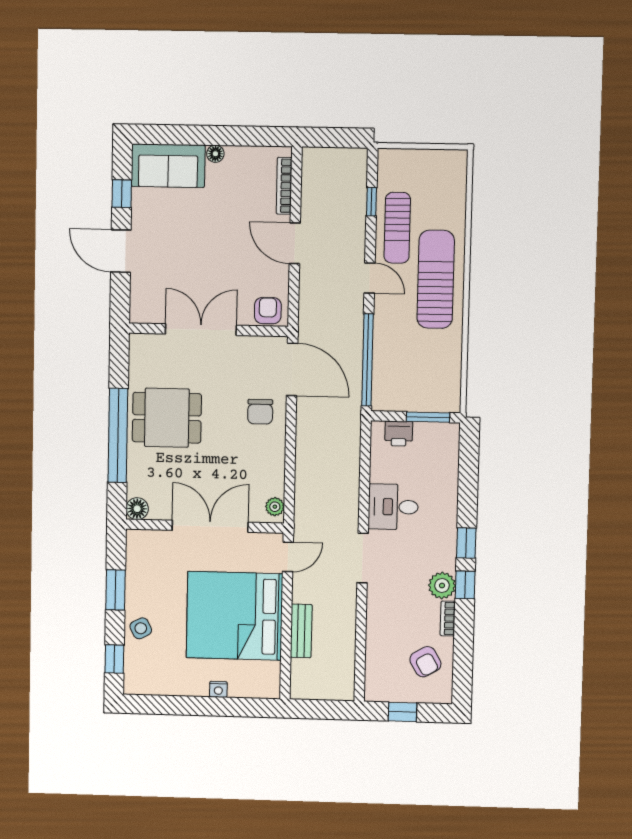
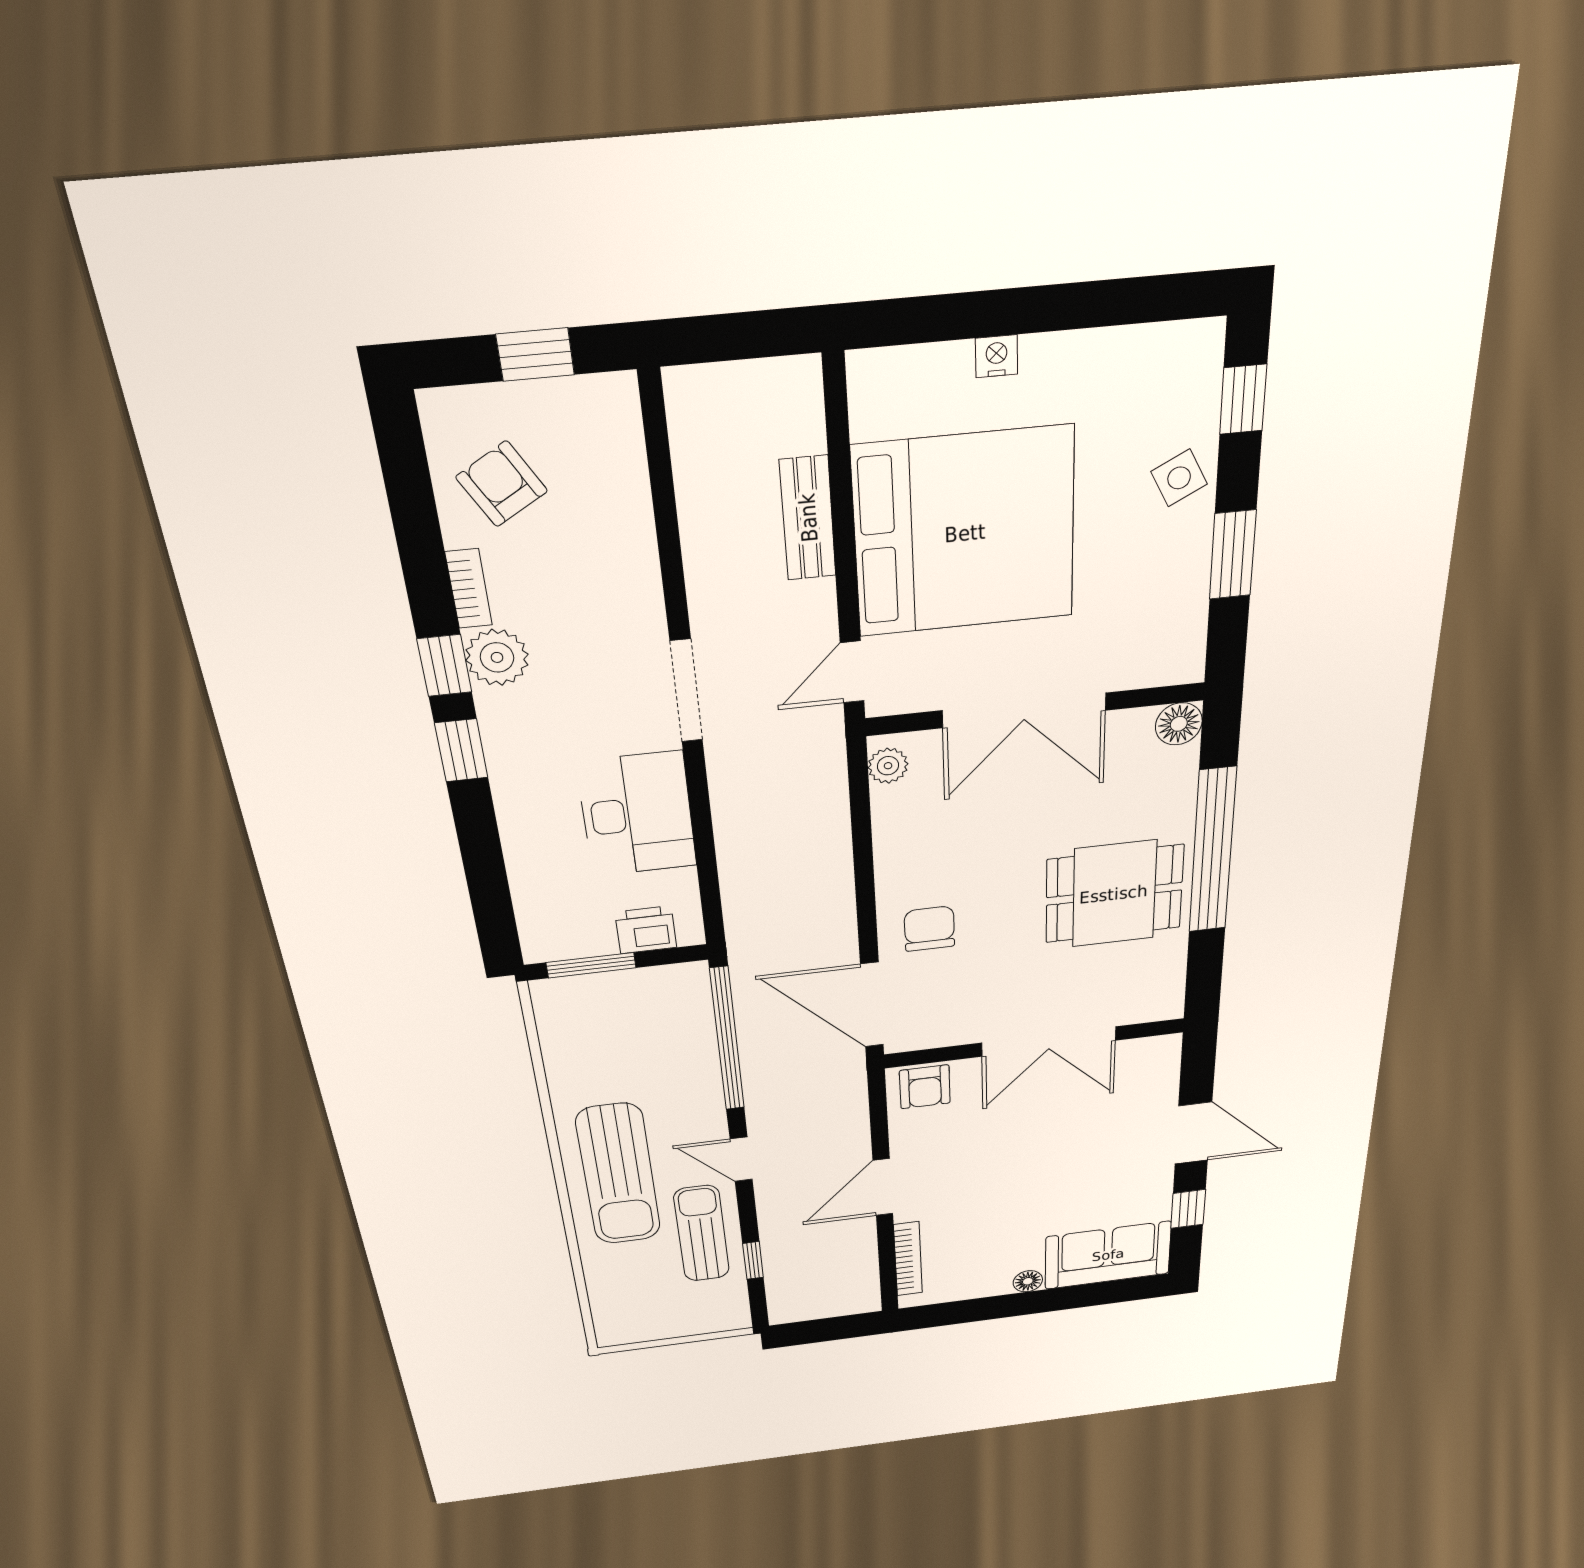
door: (295, 243) -> (883, 1187), swing flipped
desk: (393, 507) -> (637, 814), width x1.37

